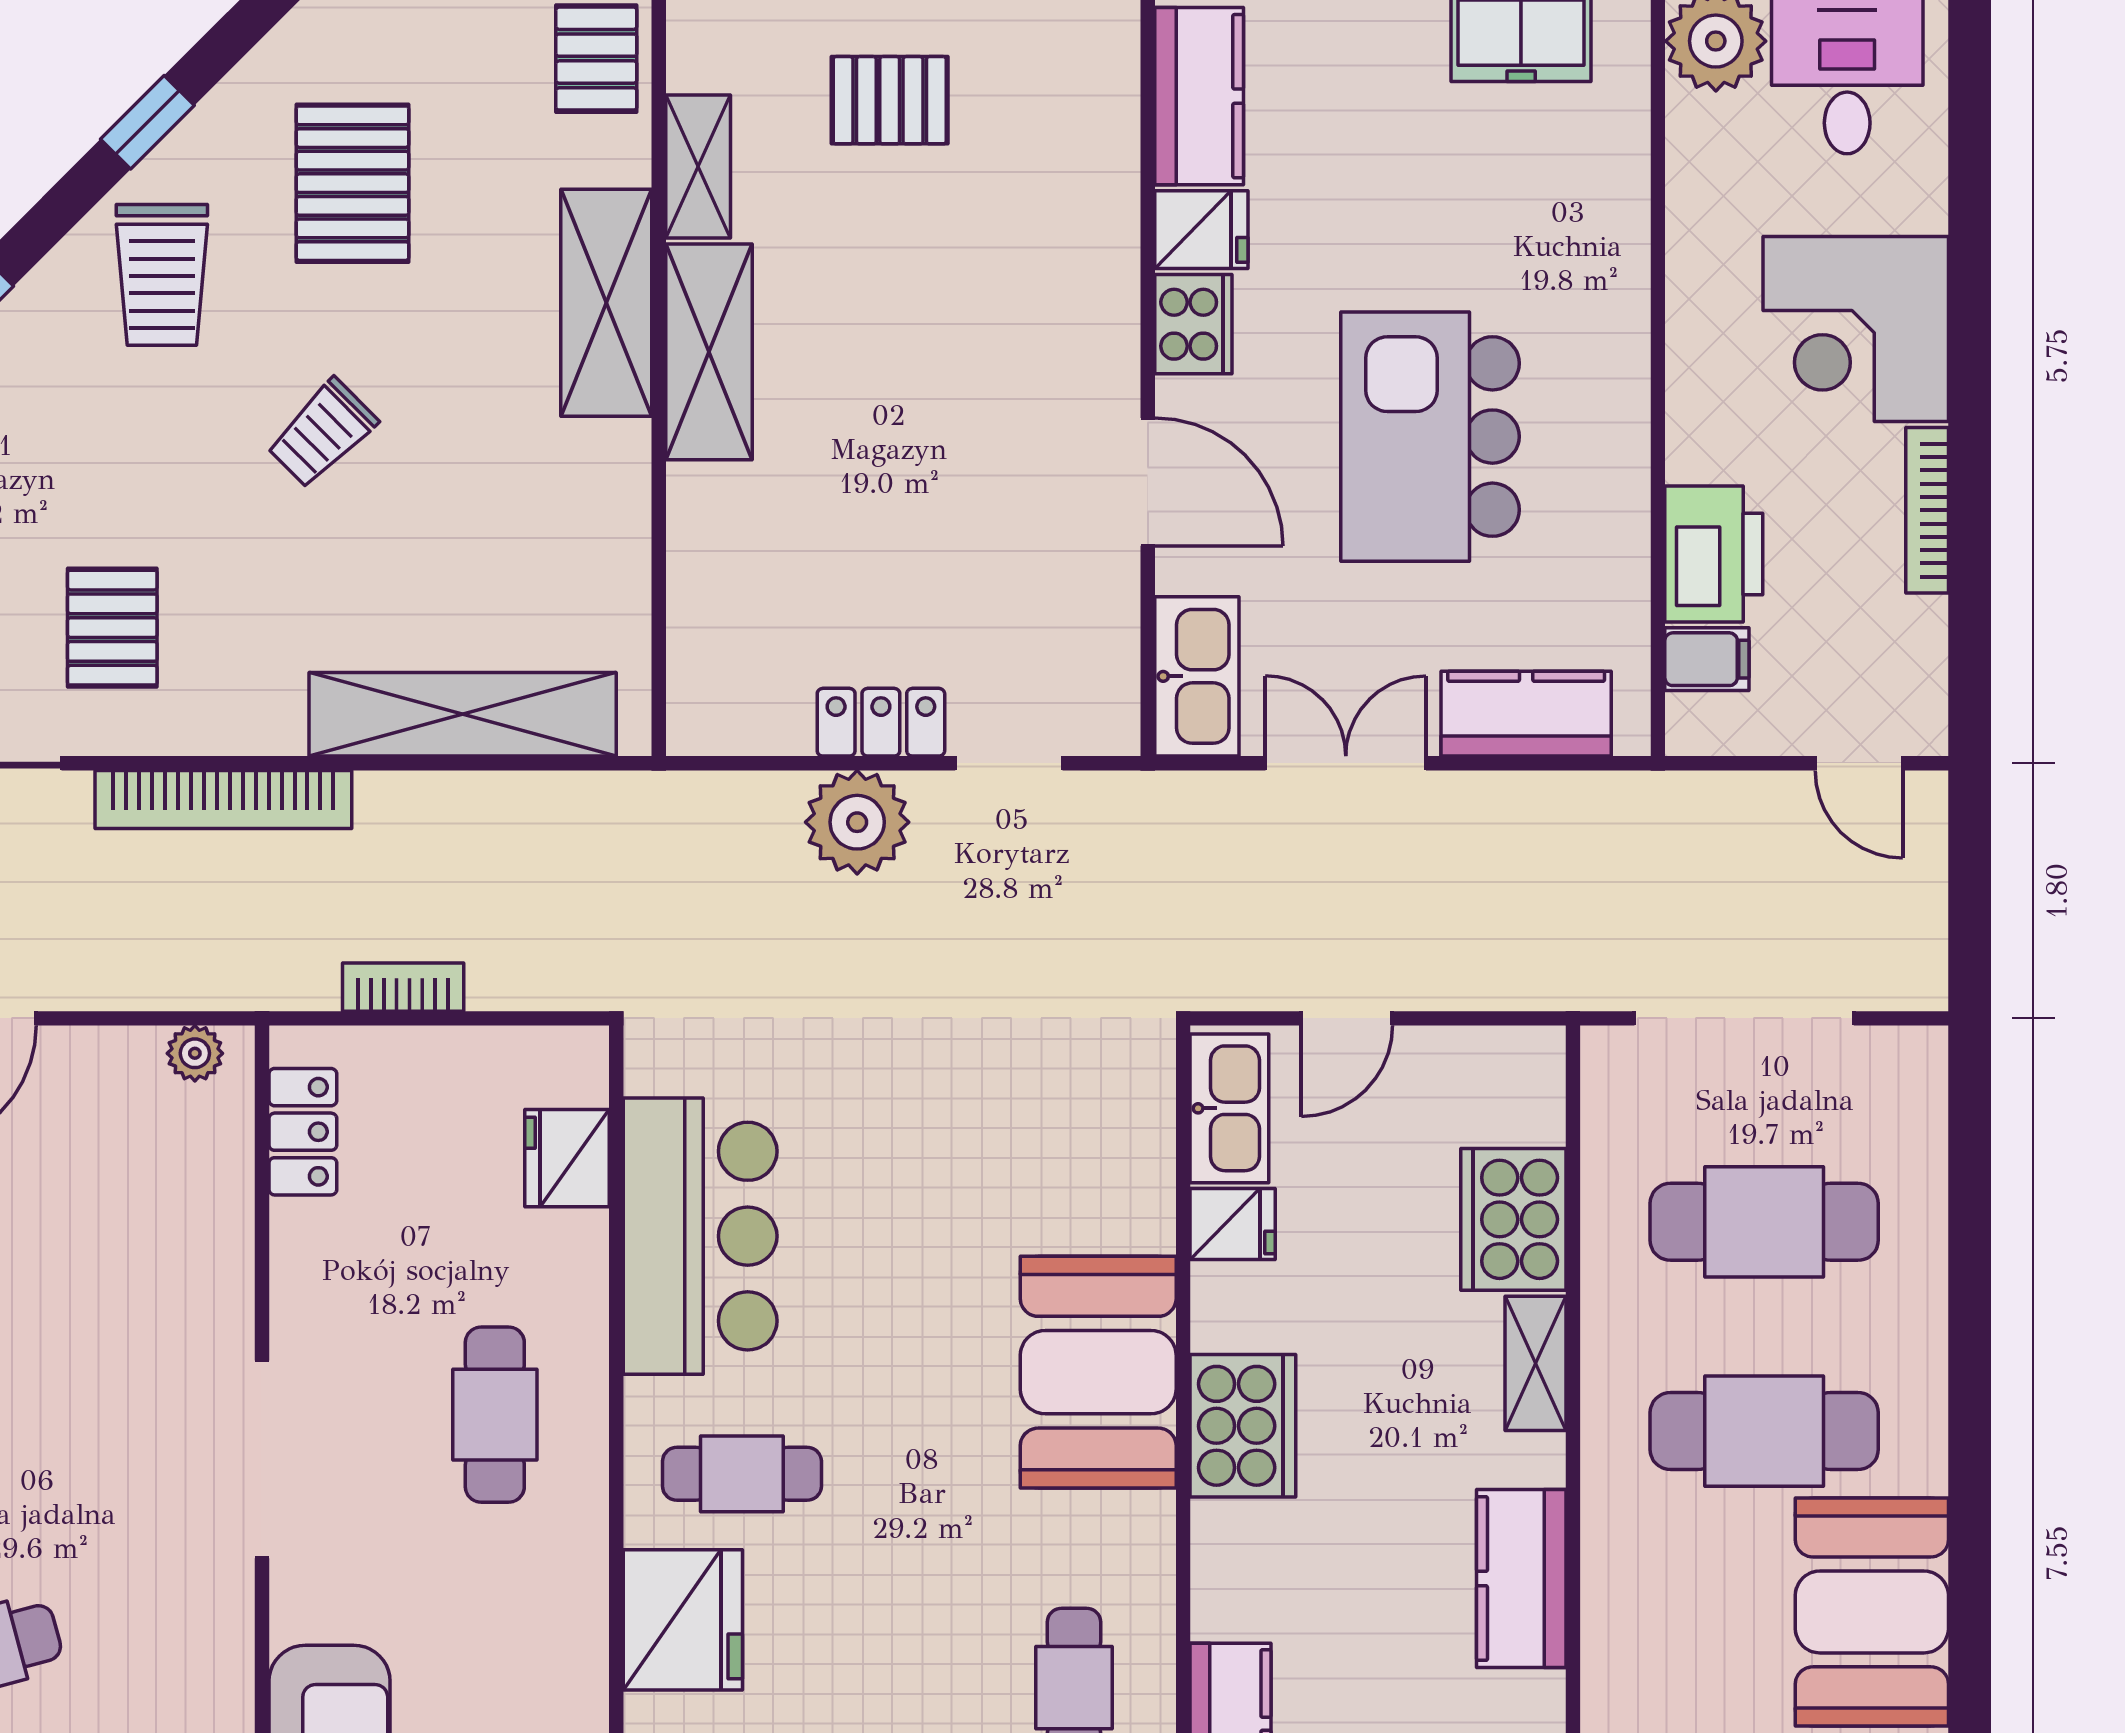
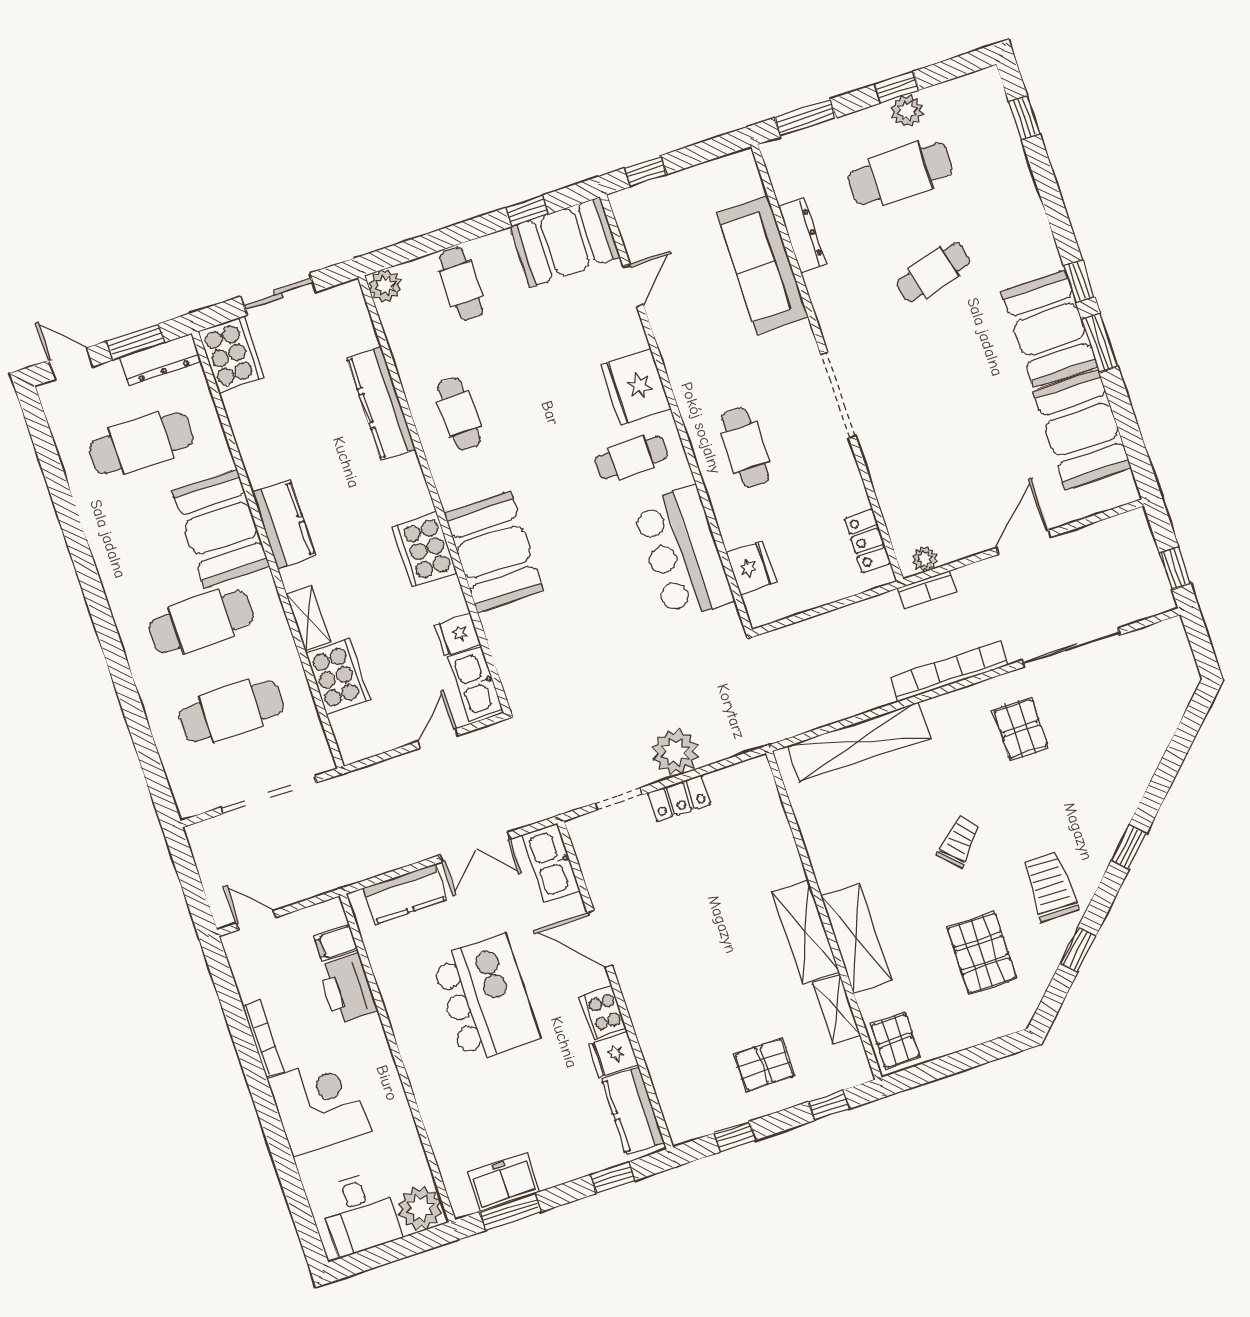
bookcase: (403, 987) -> (927, 590), moved
booth: (1872, 1612) -> (221, 528), moved

